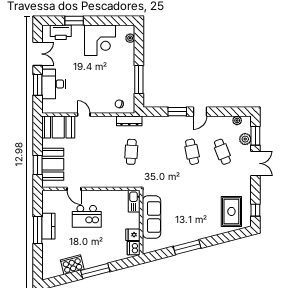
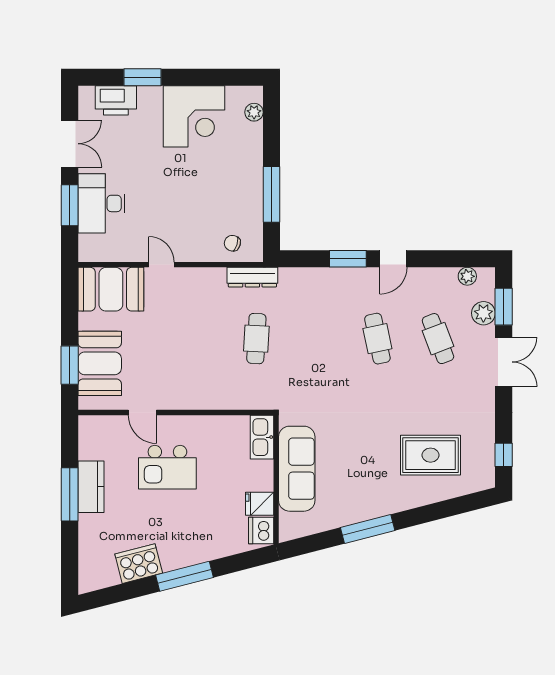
rug: (231, 211) -> (431, 455), moved, turned 90

